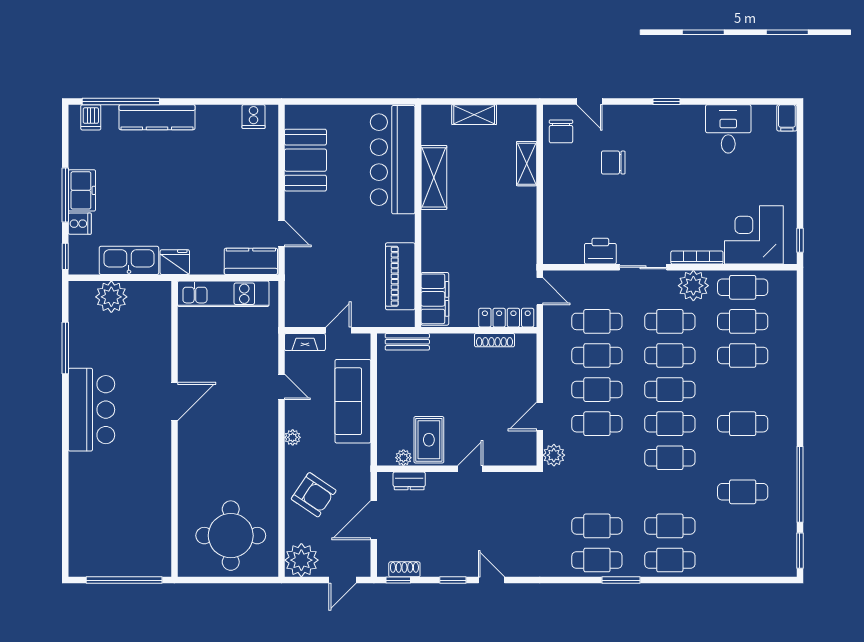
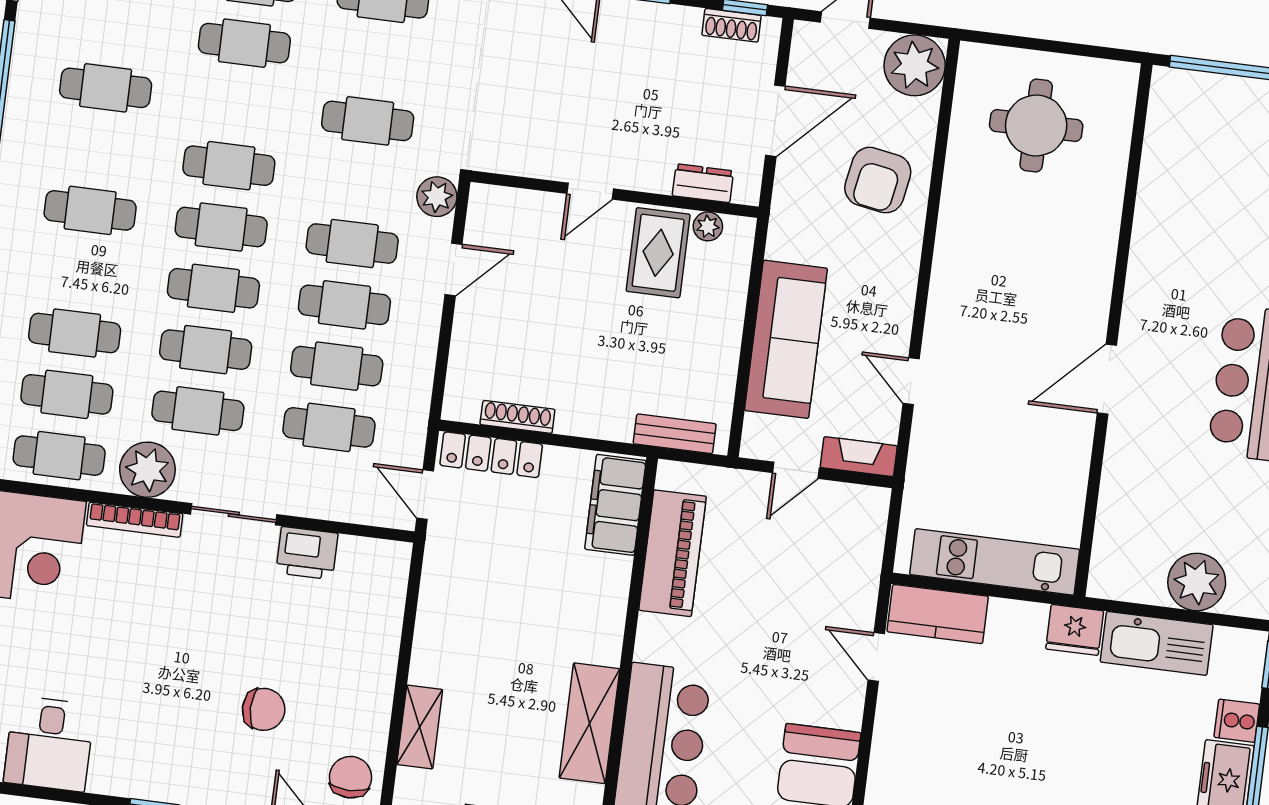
plant: (293, 437) -> (903, 288), removed
armchair: (314, 495) -> (878, 180), turned -114
cafe table: (597, 526) -> (368, 121), moved
round table: (231, 536) -> (1036, 125), width x0.73, depth x0.73

